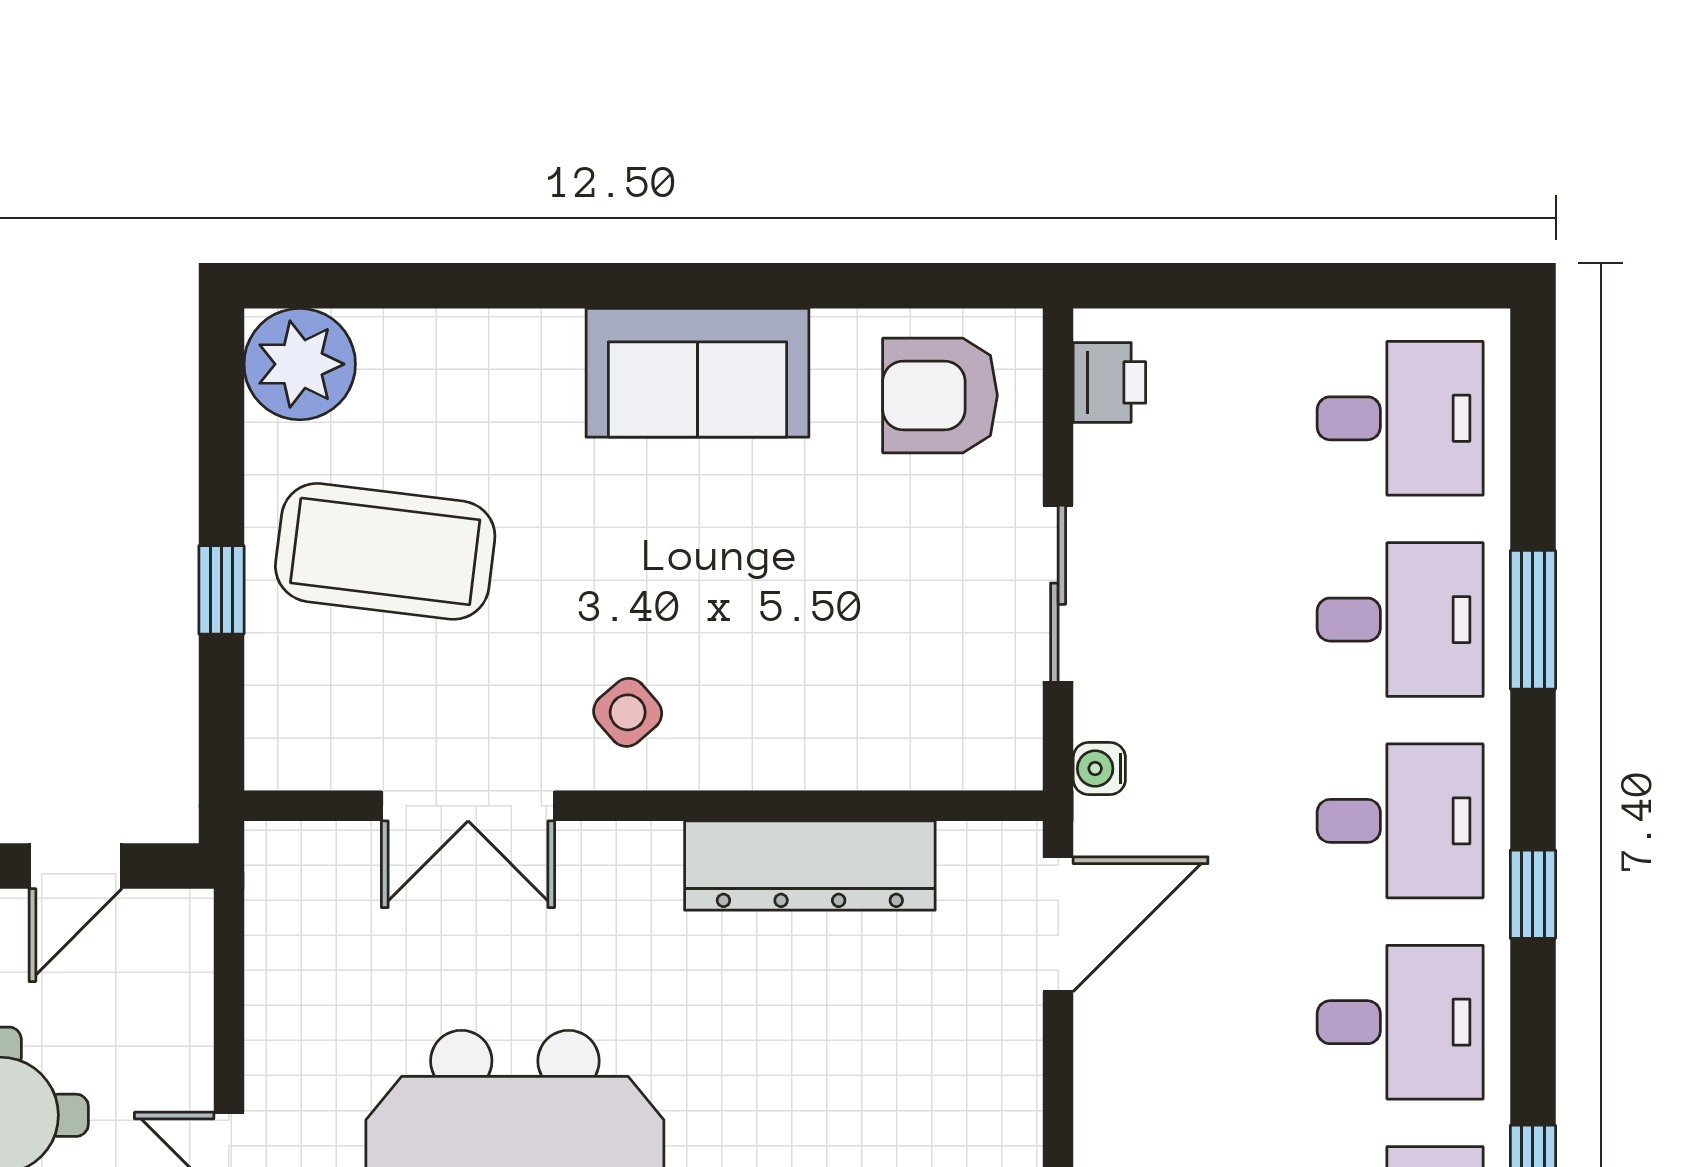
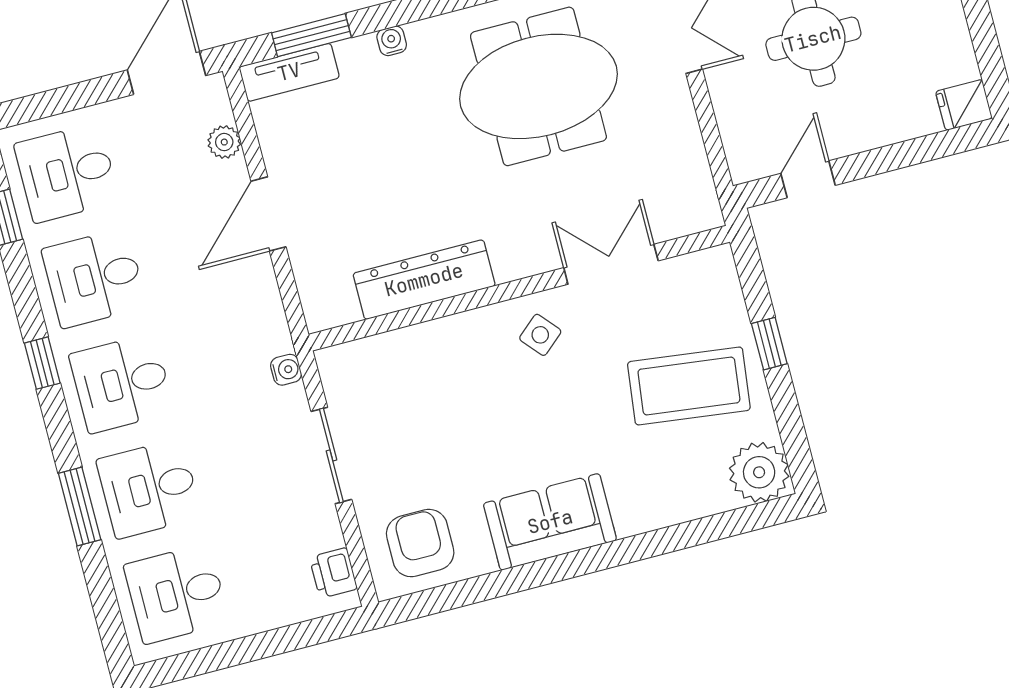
armchair: (940, 395) -> (420, 543), turned -90
door: (1058, 924) -> (268, 214), moved

